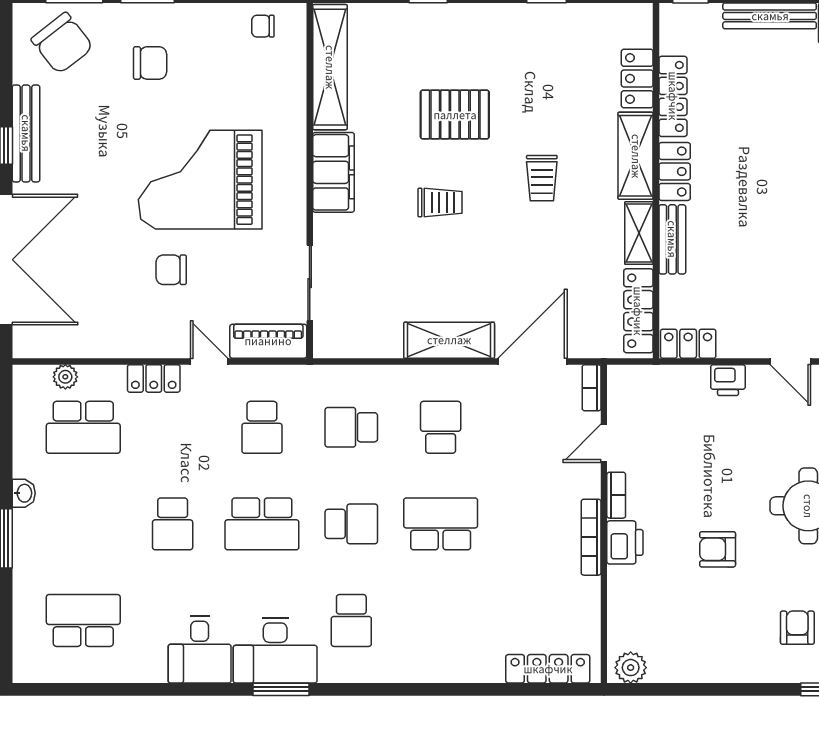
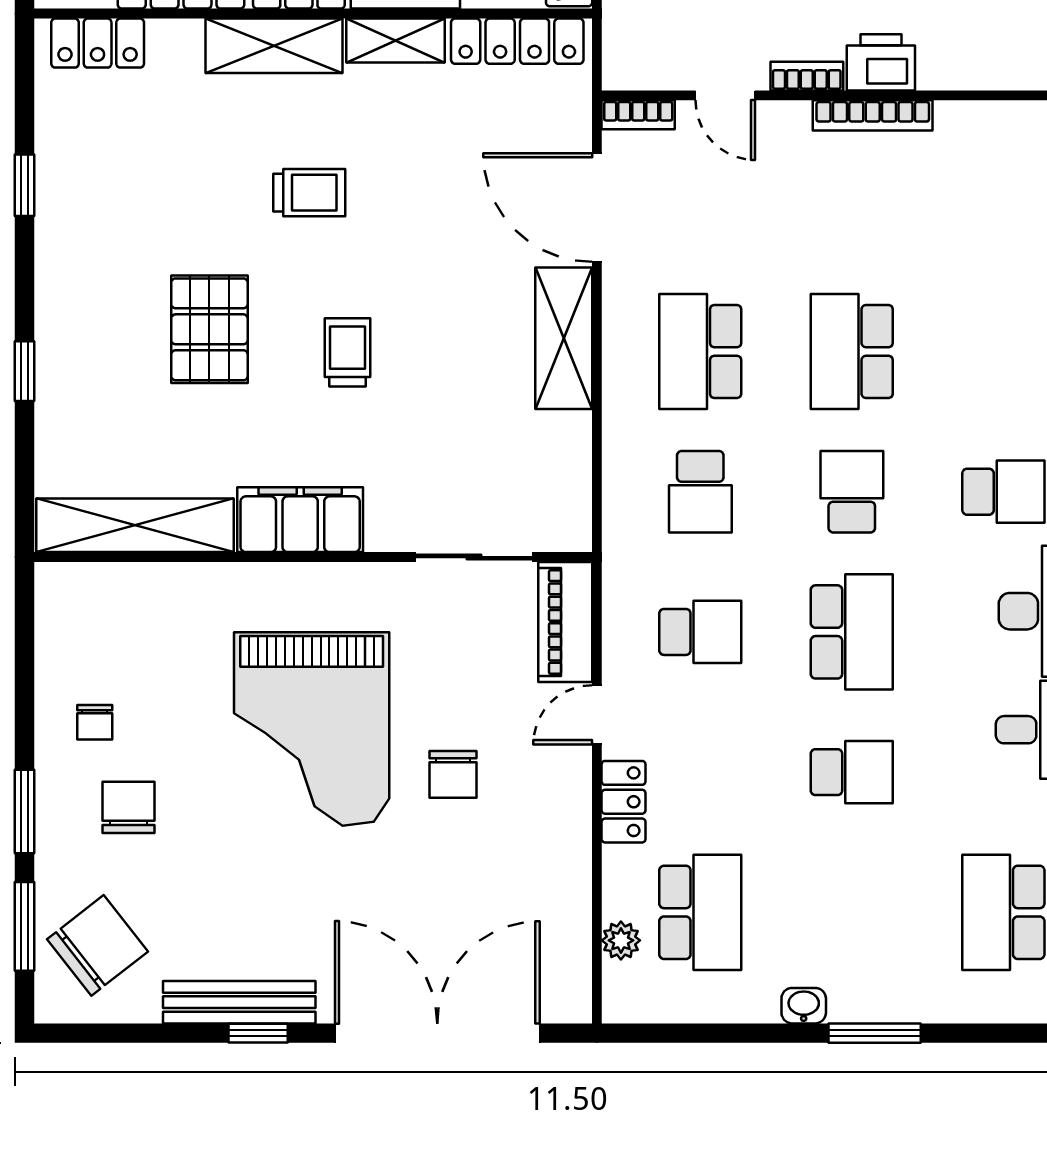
chair: (263, 26) -> (95, 722), moved
locker: (637, 78) -> (98, 43), moved
school desk: (441, 427) -> (700, 352), width x1.85

